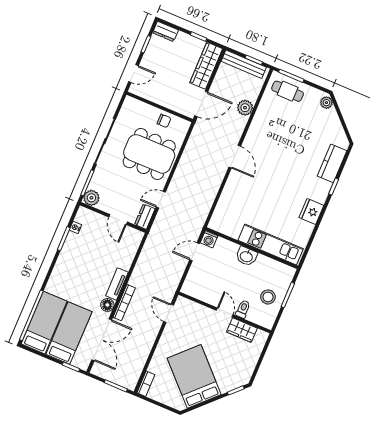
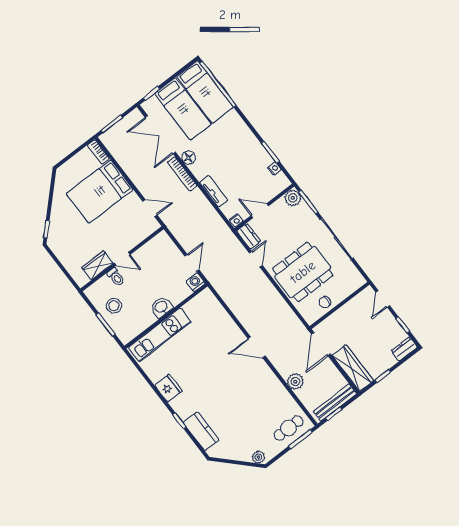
nightstand: (137, 235) -> (236, 220), added
tv unit: (117, 284) -> (214, 191), moved
bed: (194, 376) -> (100, 191), moved, turned 135

